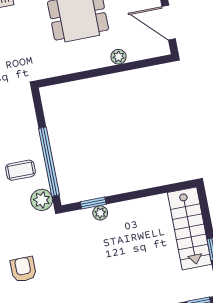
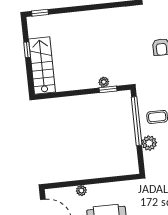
plant: (42, 200) -> (149, 143), moved

